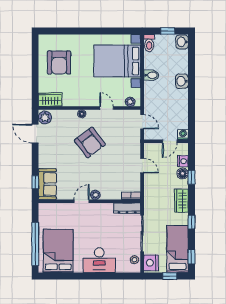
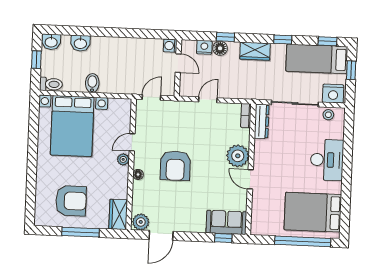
window: (35, 71) -> (81, 232), added
washbasin: (182, 81) -> (80, 43), moved
plant: (130, 102) -> (123, 159), moved
armchair: (90, 142) -> (175, 166), turned 127
plant: (95, 195) -> (238, 156), width x1.87, depth x1.87

